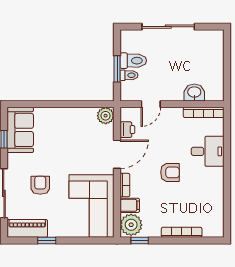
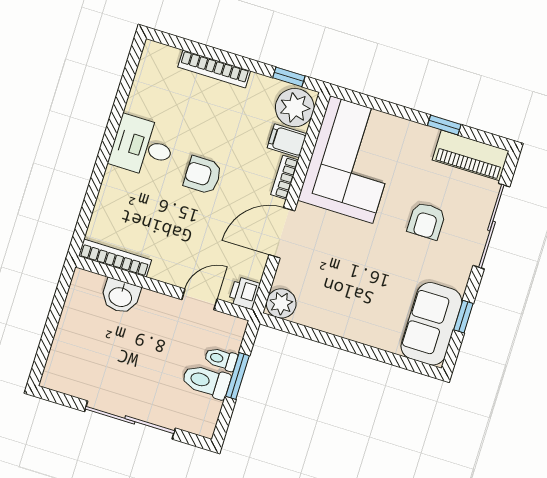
printer: (127, 130) -> (244, 293), moved
desk: (208, 151) -> (142, 147), moved

